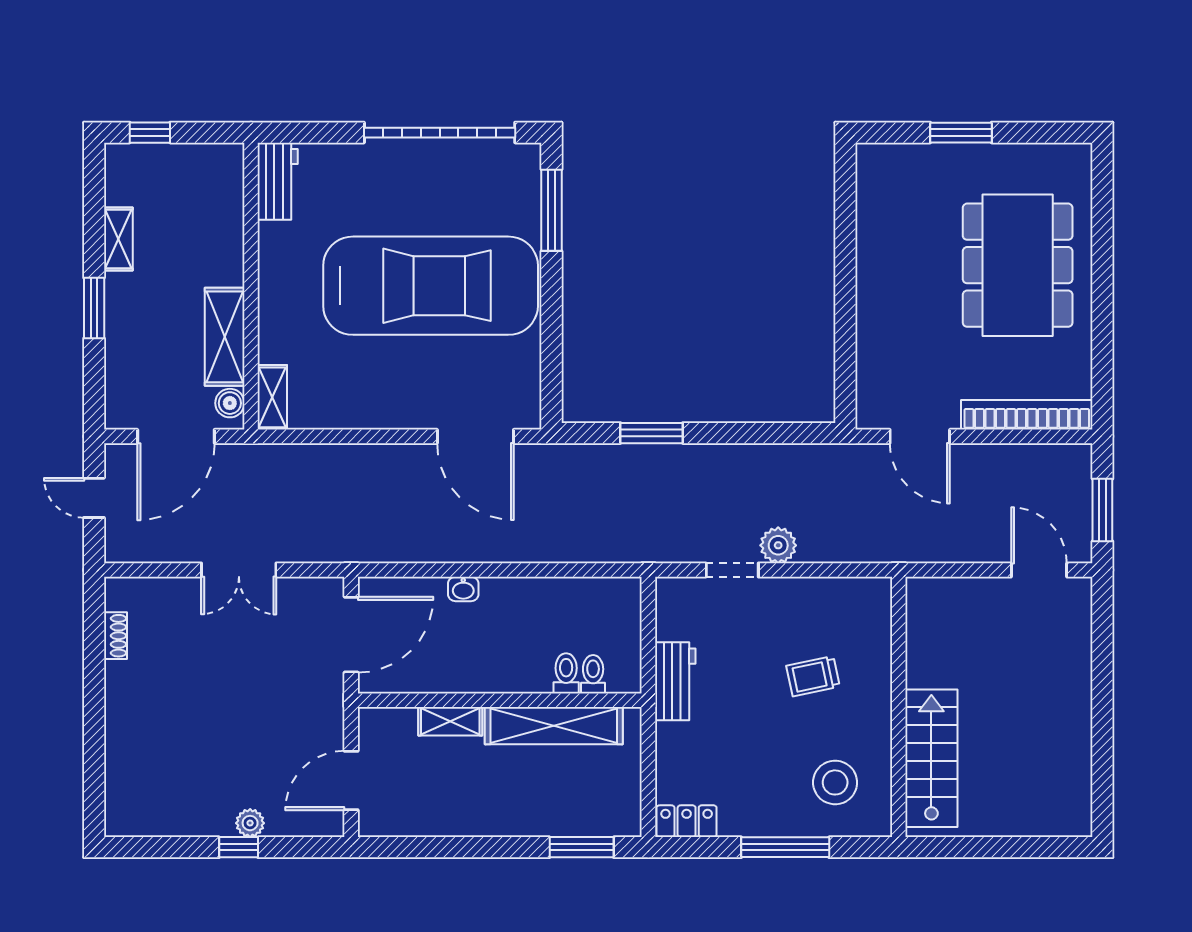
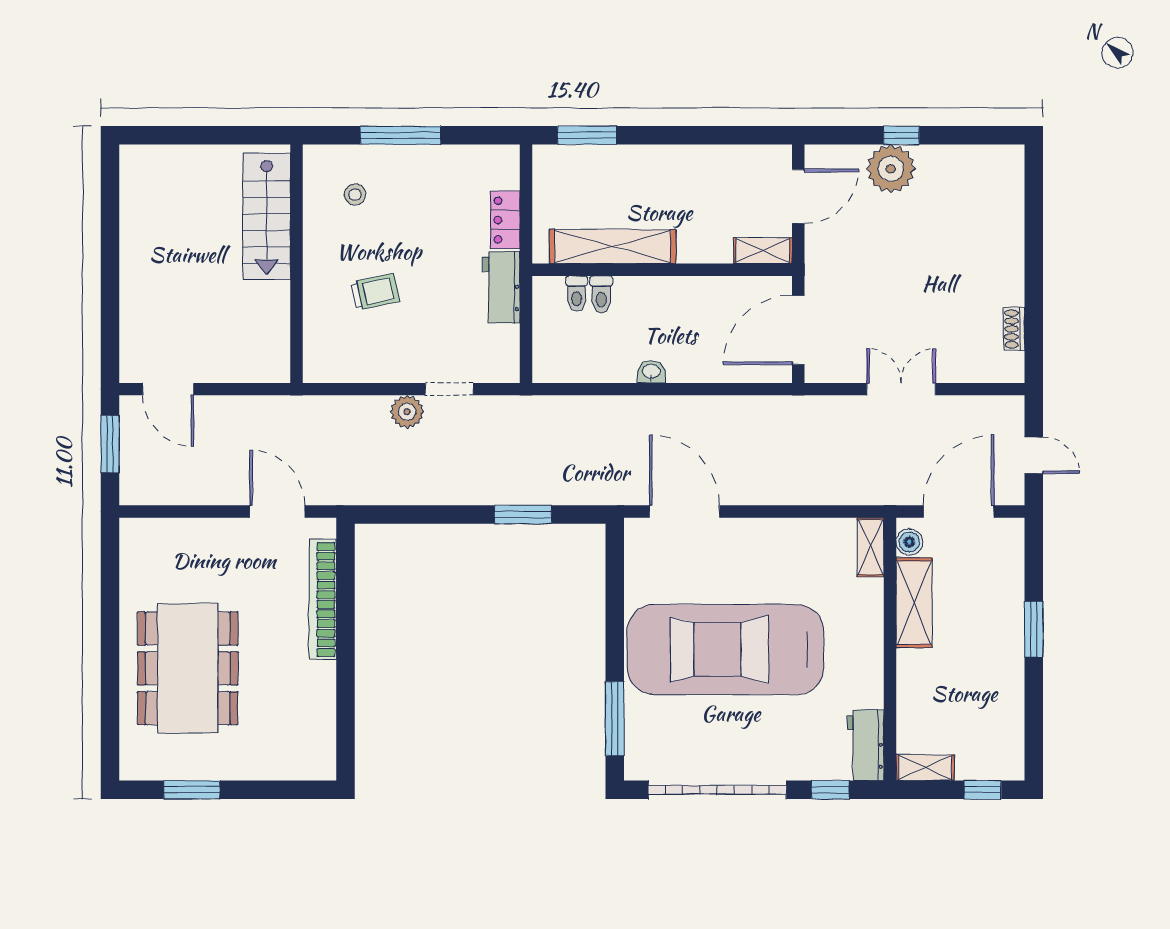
window: (316, 133) -> (830, 790), added
window: (961, 133) -> (192, 790), moved
shelving: (118, 239) -> (925, 768), moved, turned 90
bookcase: (1027, 415) -> (323, 600), moved, turned 90
washbasin: (463, 589) -> (651, 372), moved
shelving: (450, 721) -> (763, 251), moved
stool: (835, 782) -> (355, 194), width x0.53, depth x0.53
locker: (687, 821) -> (505, 220), moved, turned 90
plant: (250, 823) -> (891, 169), width x1.88, depth x1.88

